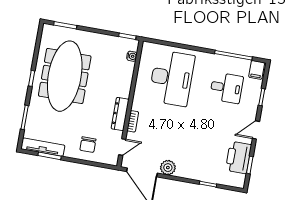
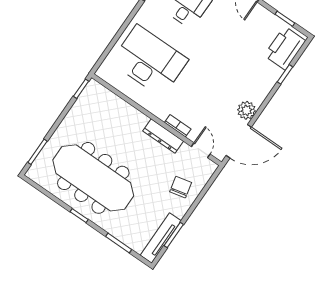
water cooler: (132, 56) -> (105, 94), removed
chair: (88, 145) -> (181, 187), turned -103
printer: (238, 157) -> (285, 48), moved, turned 90

